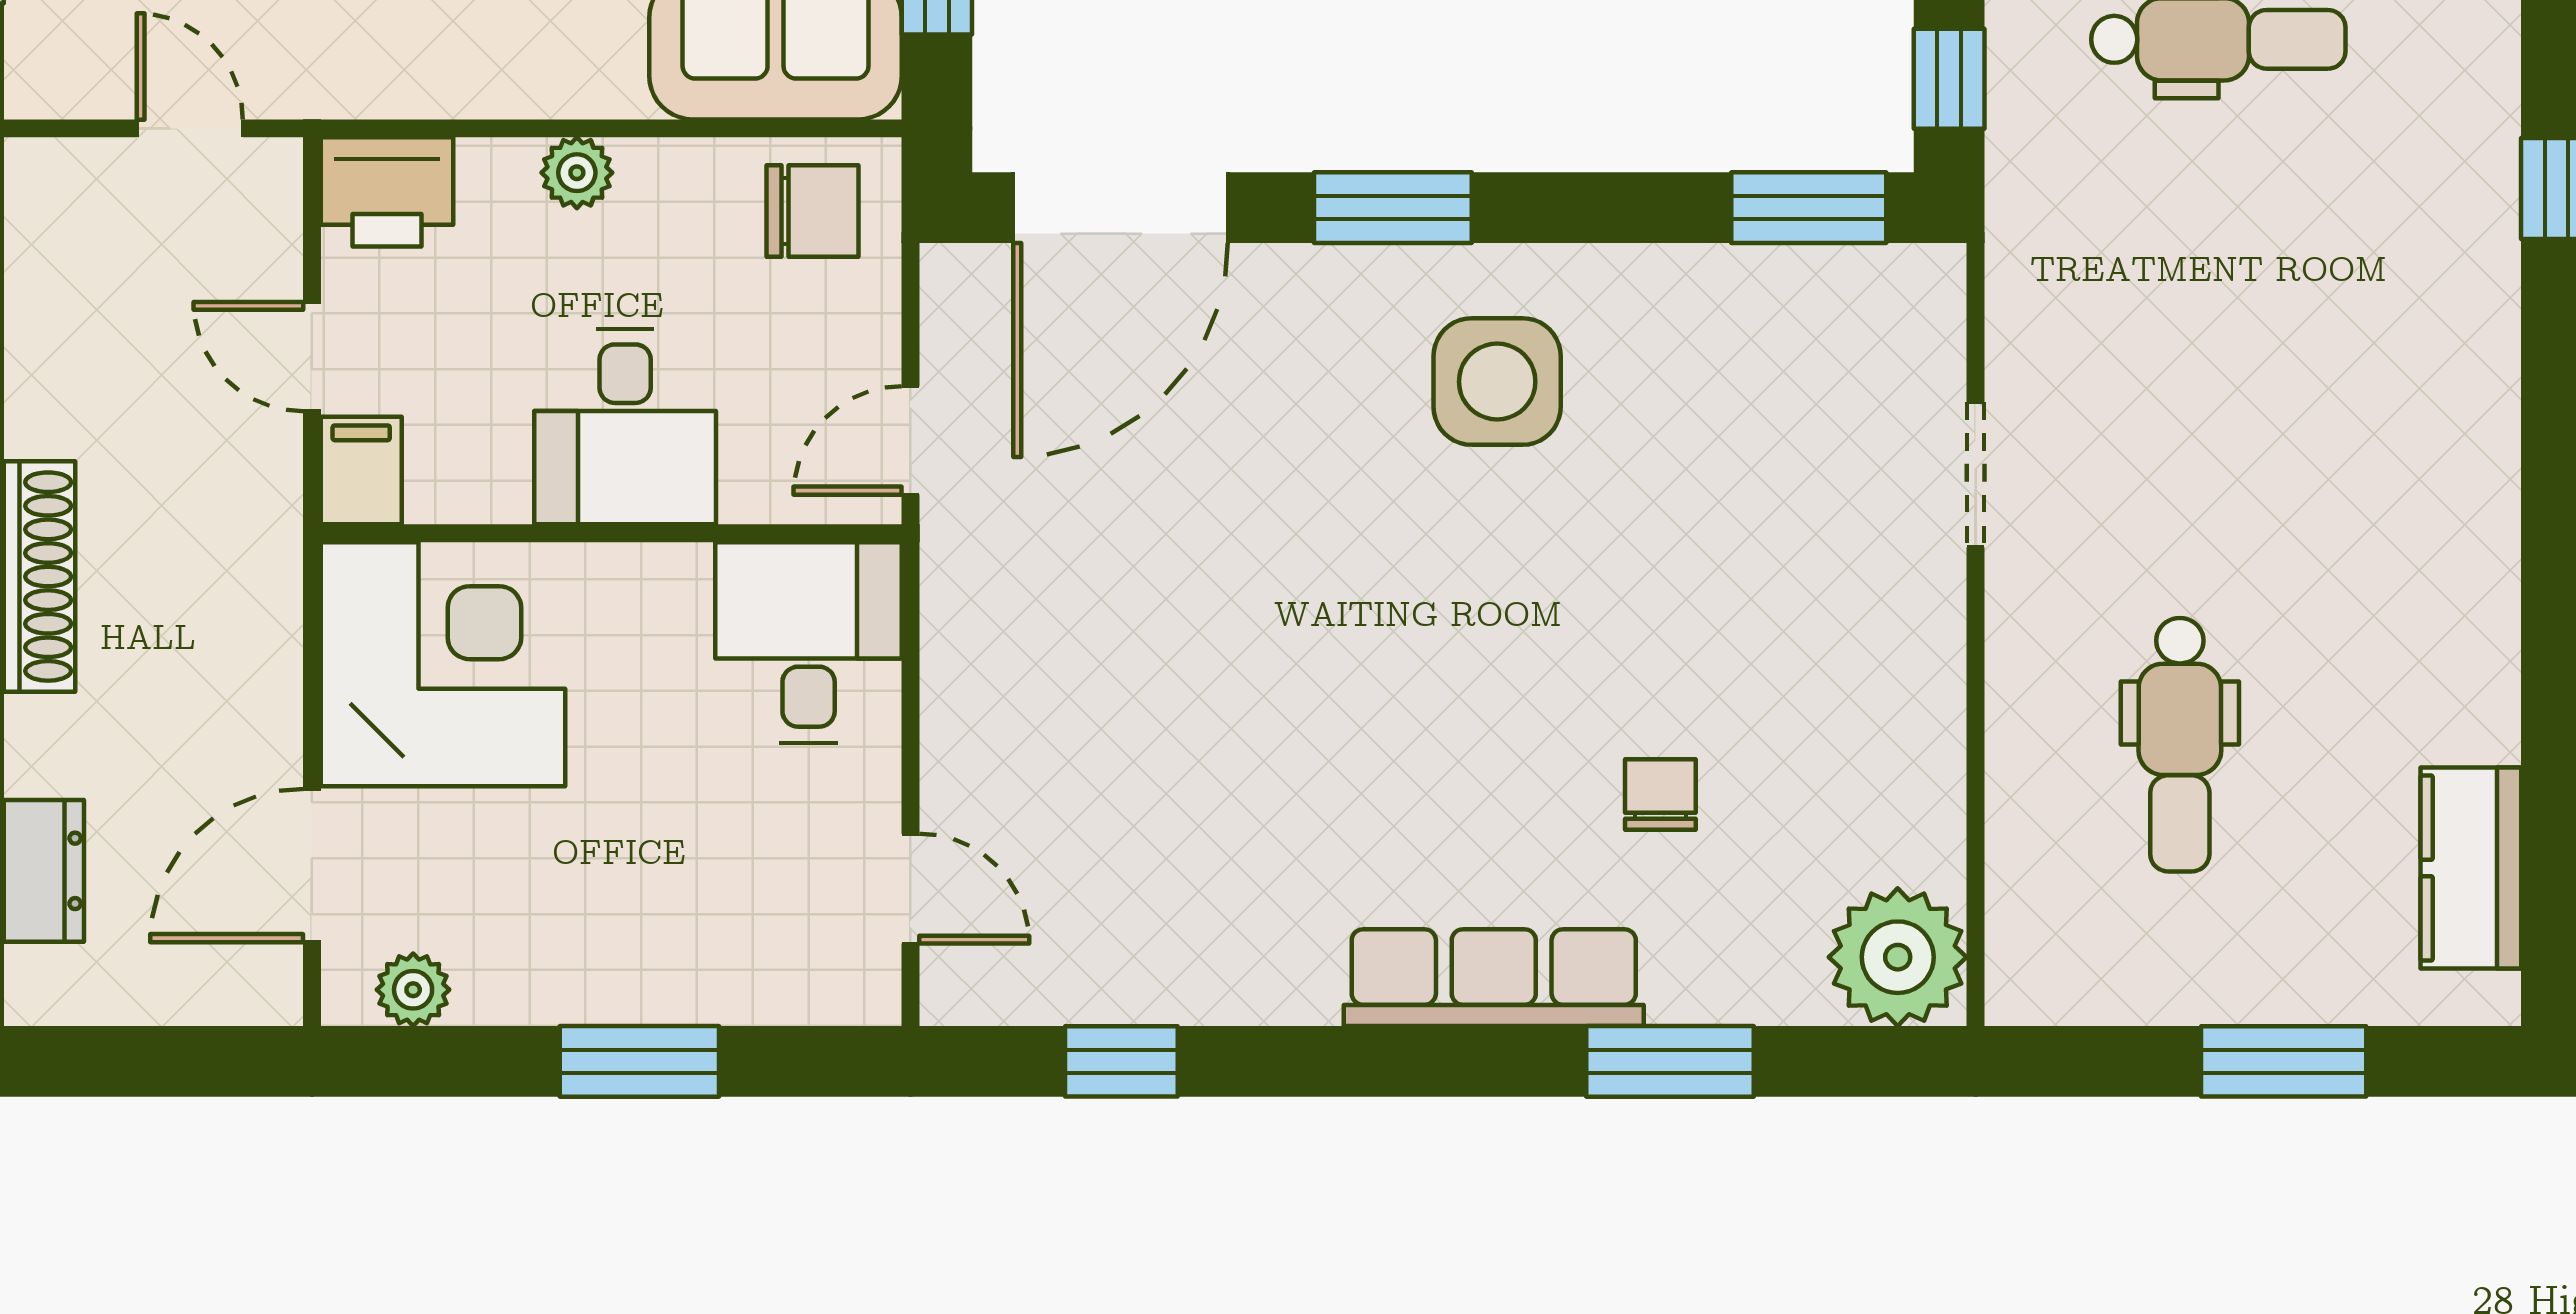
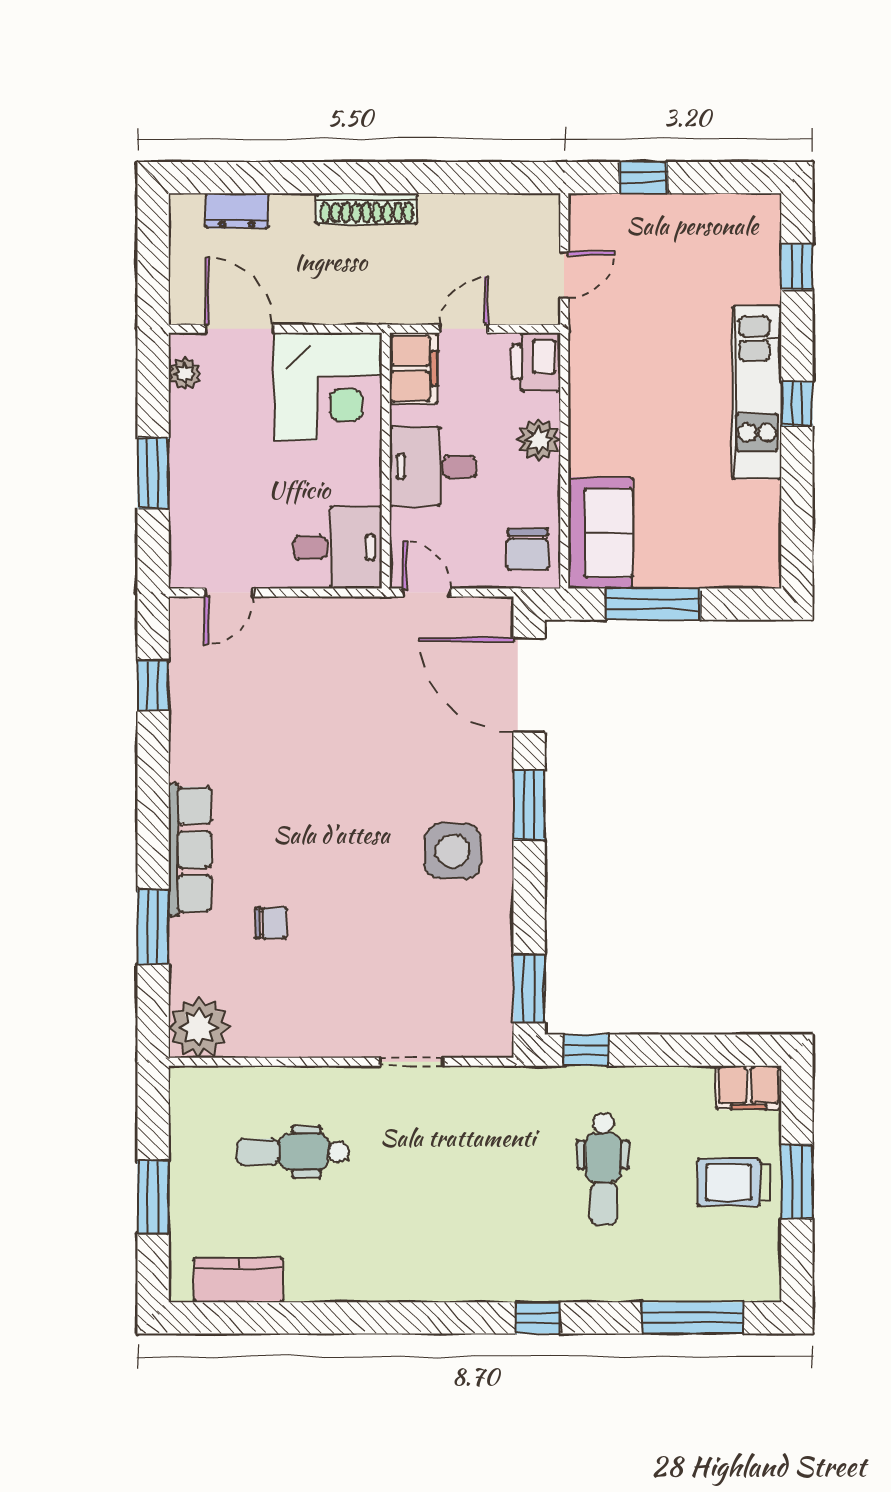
plant: (577, 173) -> (539, 440), width x1.38, depth x1.38
filing cabinet: (361, 471) -> (413, 368), width x2.00

